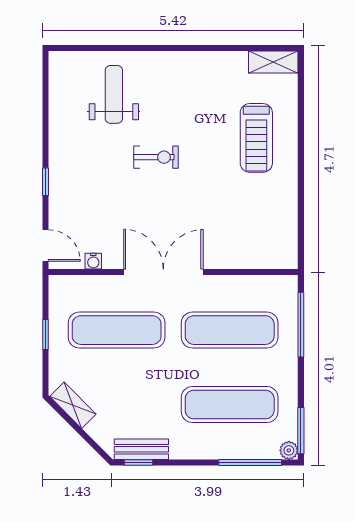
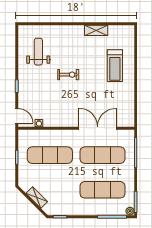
shelving: (273, 62) -> (96, 30), moved
weight bench: (114, 94) -> (38, 52), moved
double door: (163, 272) -> (98, 128), moved
shelving: (73, 405) -> (37, 197), moved
bench: (141, 449) -> (61, 211), removed

